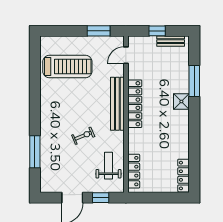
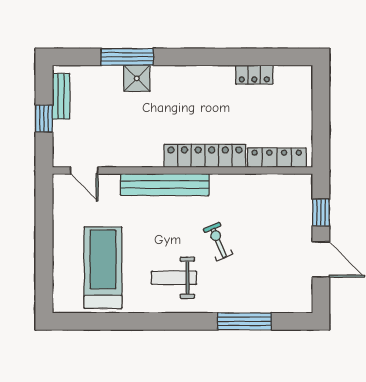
window: (99, 31) -> (44, 216), removed
shower: (181, 102) -> (137, 78), moved
locker: (135, 104) -> (205, 156), moved
weight bench: (108, 166) -> (174, 278), moved
locker: (184, 176) -> (254, 75), moved, width x0.66

